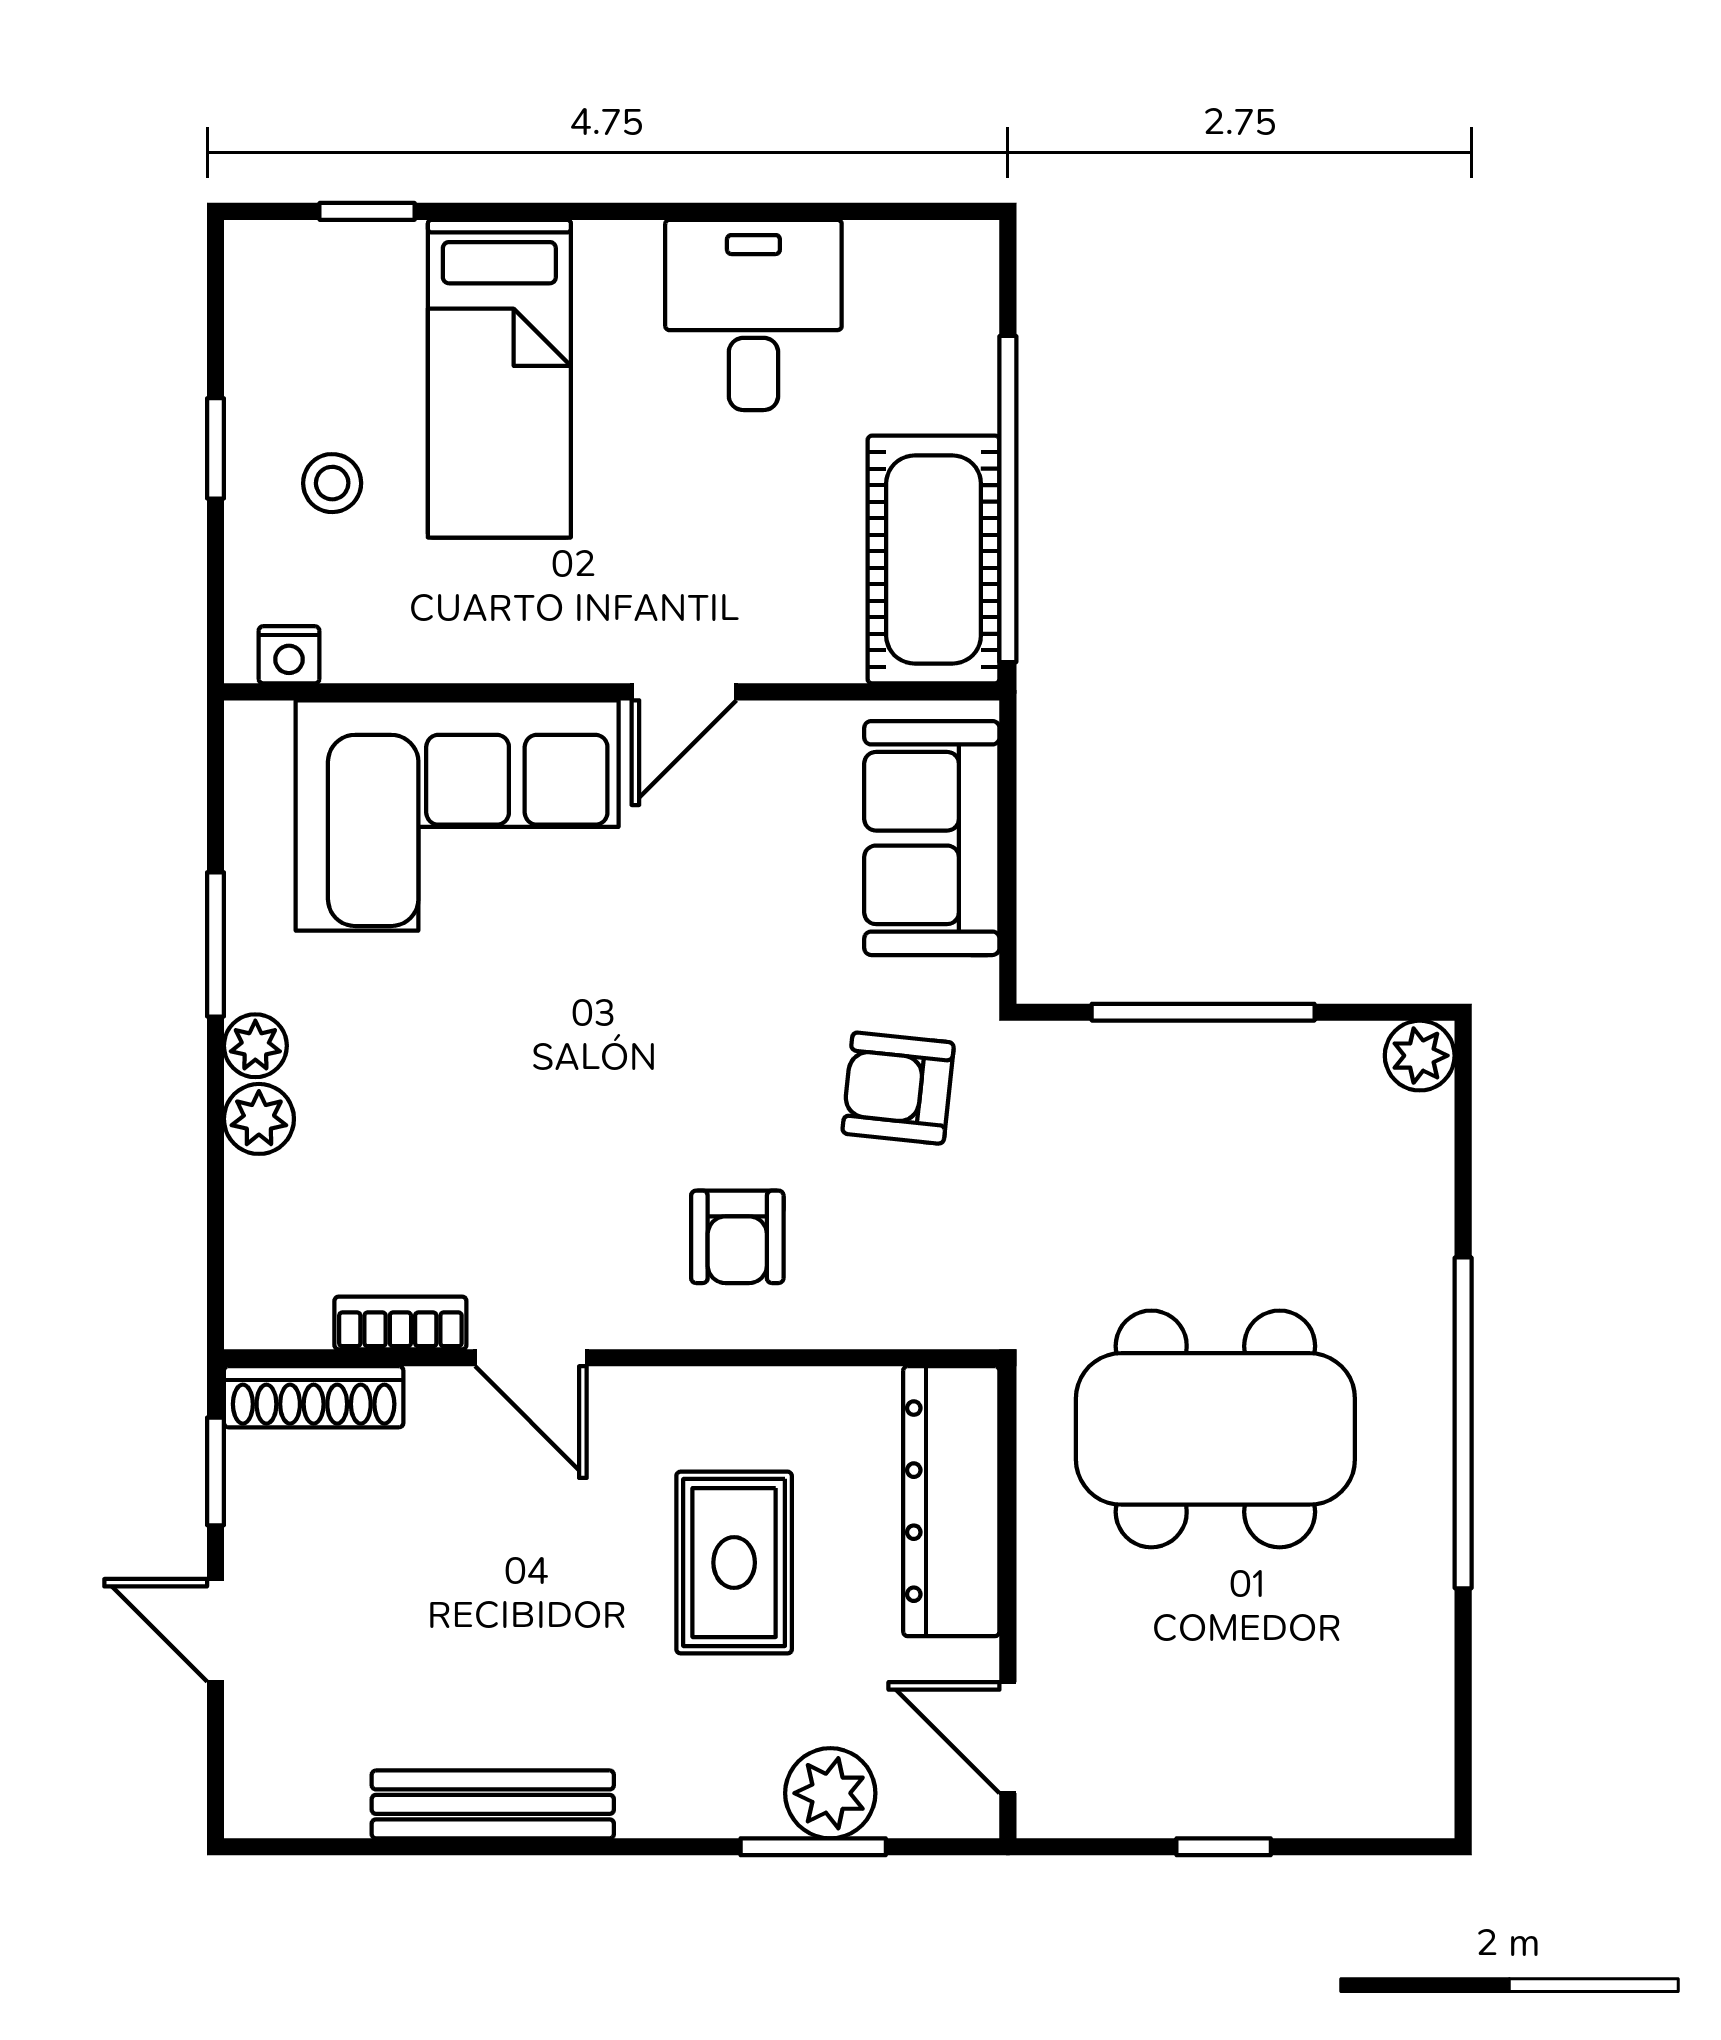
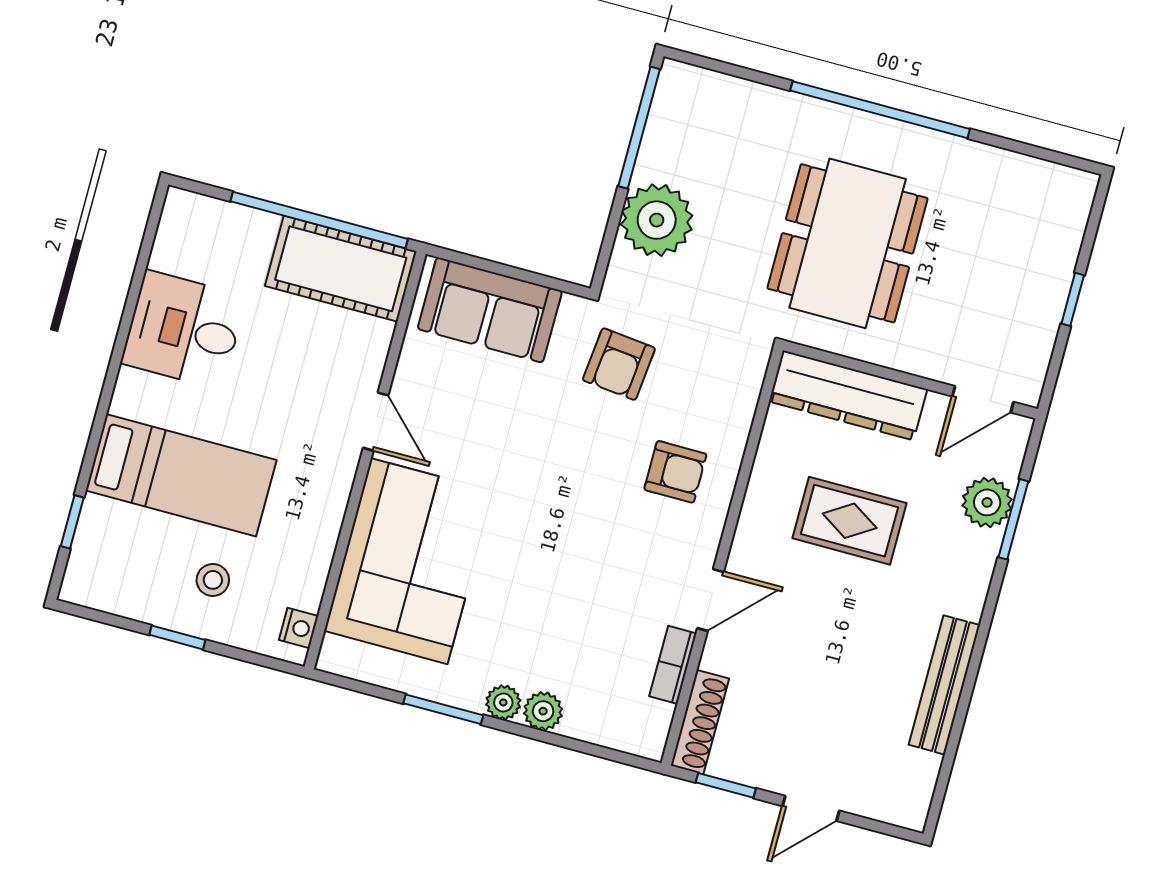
window: (1203, 1012) -> (639, 128), moved
plant: (1420, 1056) -> (657, 220), moved, width x1.87, depth x1.87

